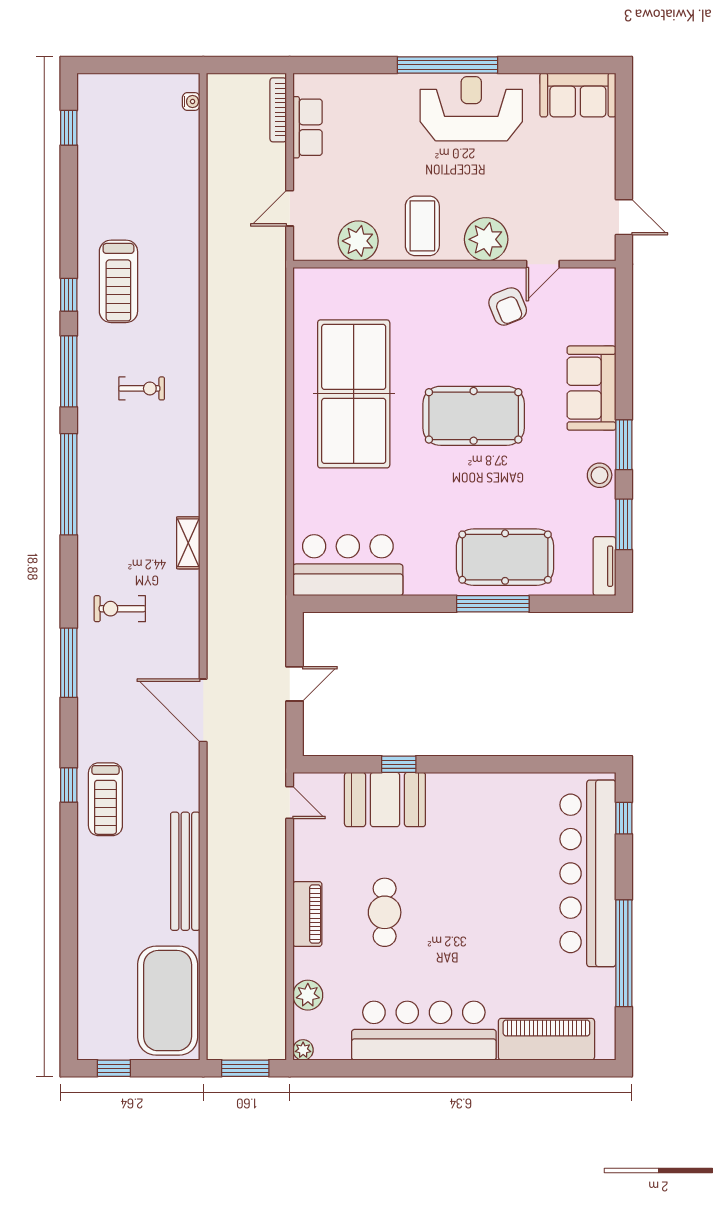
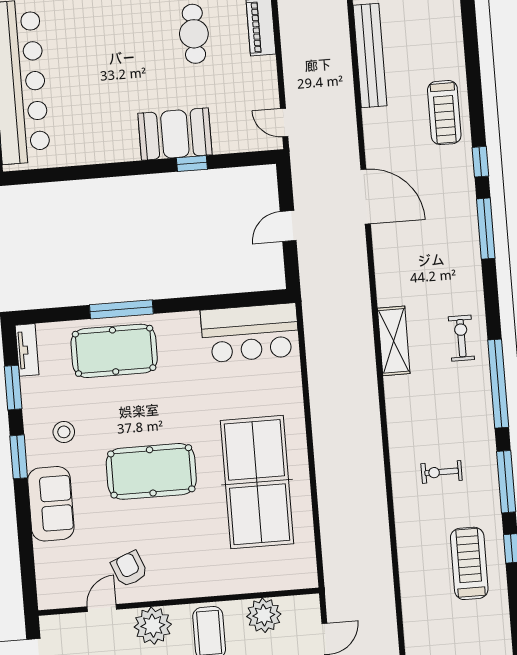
stool: (600, 475) -> (64, 432), moved
shelving: (188, 543) -> (394, 341), width x1.50, depth x1.33
exercise bike: (120, 609) -> (461, 338), moved, turned -90
window: (69, 785) -> (480, 162), moved
treadmill: (105, 799) -> (444, 113), turned 180
booth: (385, 799) -> (175, 134), moved

